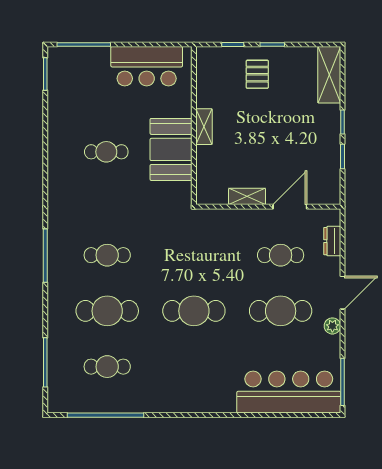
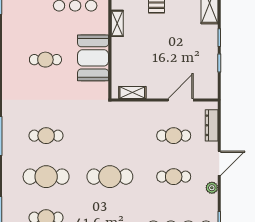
shelving: (204, 127) -> (117, 23), moved
shelving: (247, 196) -> (132, 92), moved
dresser: (332, 241) -> (212, 125), width x1.44
cafe table: (281, 311) -> (174, 177), width x0.73, depth x0.74

